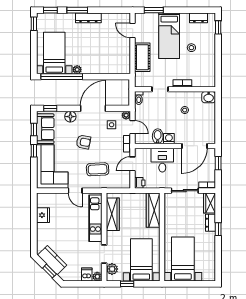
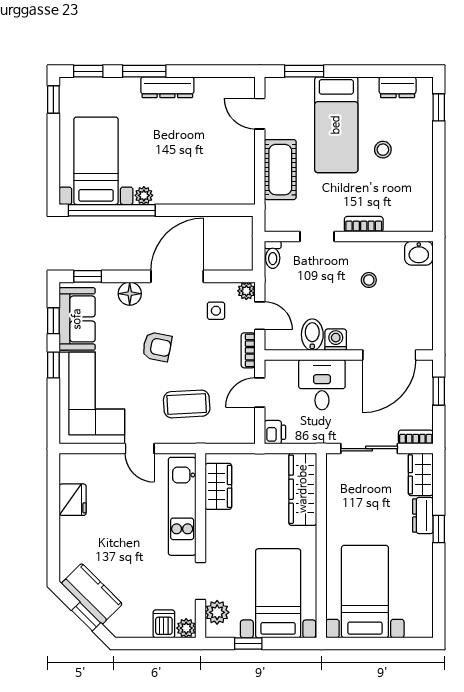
wardrobe: (113, 214) -> (218, 486), width x0.67

